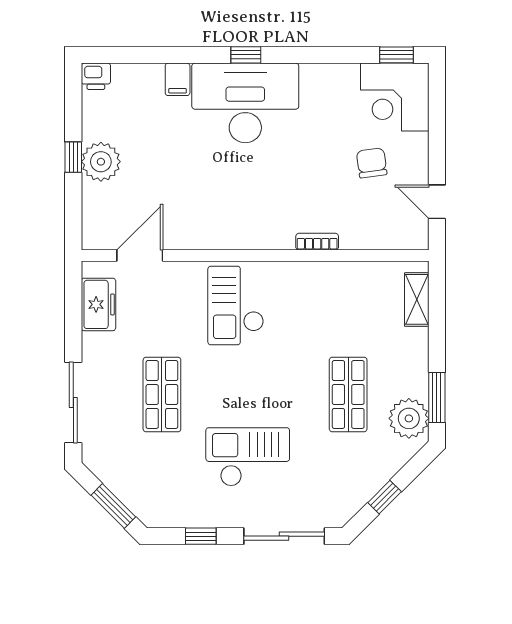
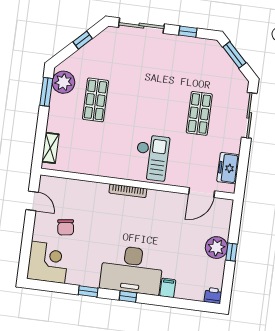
window: (397, 55) -> (88, 291), moved
bookcase: (317, 242) -> (128, 191), moved, width x1.56
checkout: (248, 457) -> (156, 72), removed

